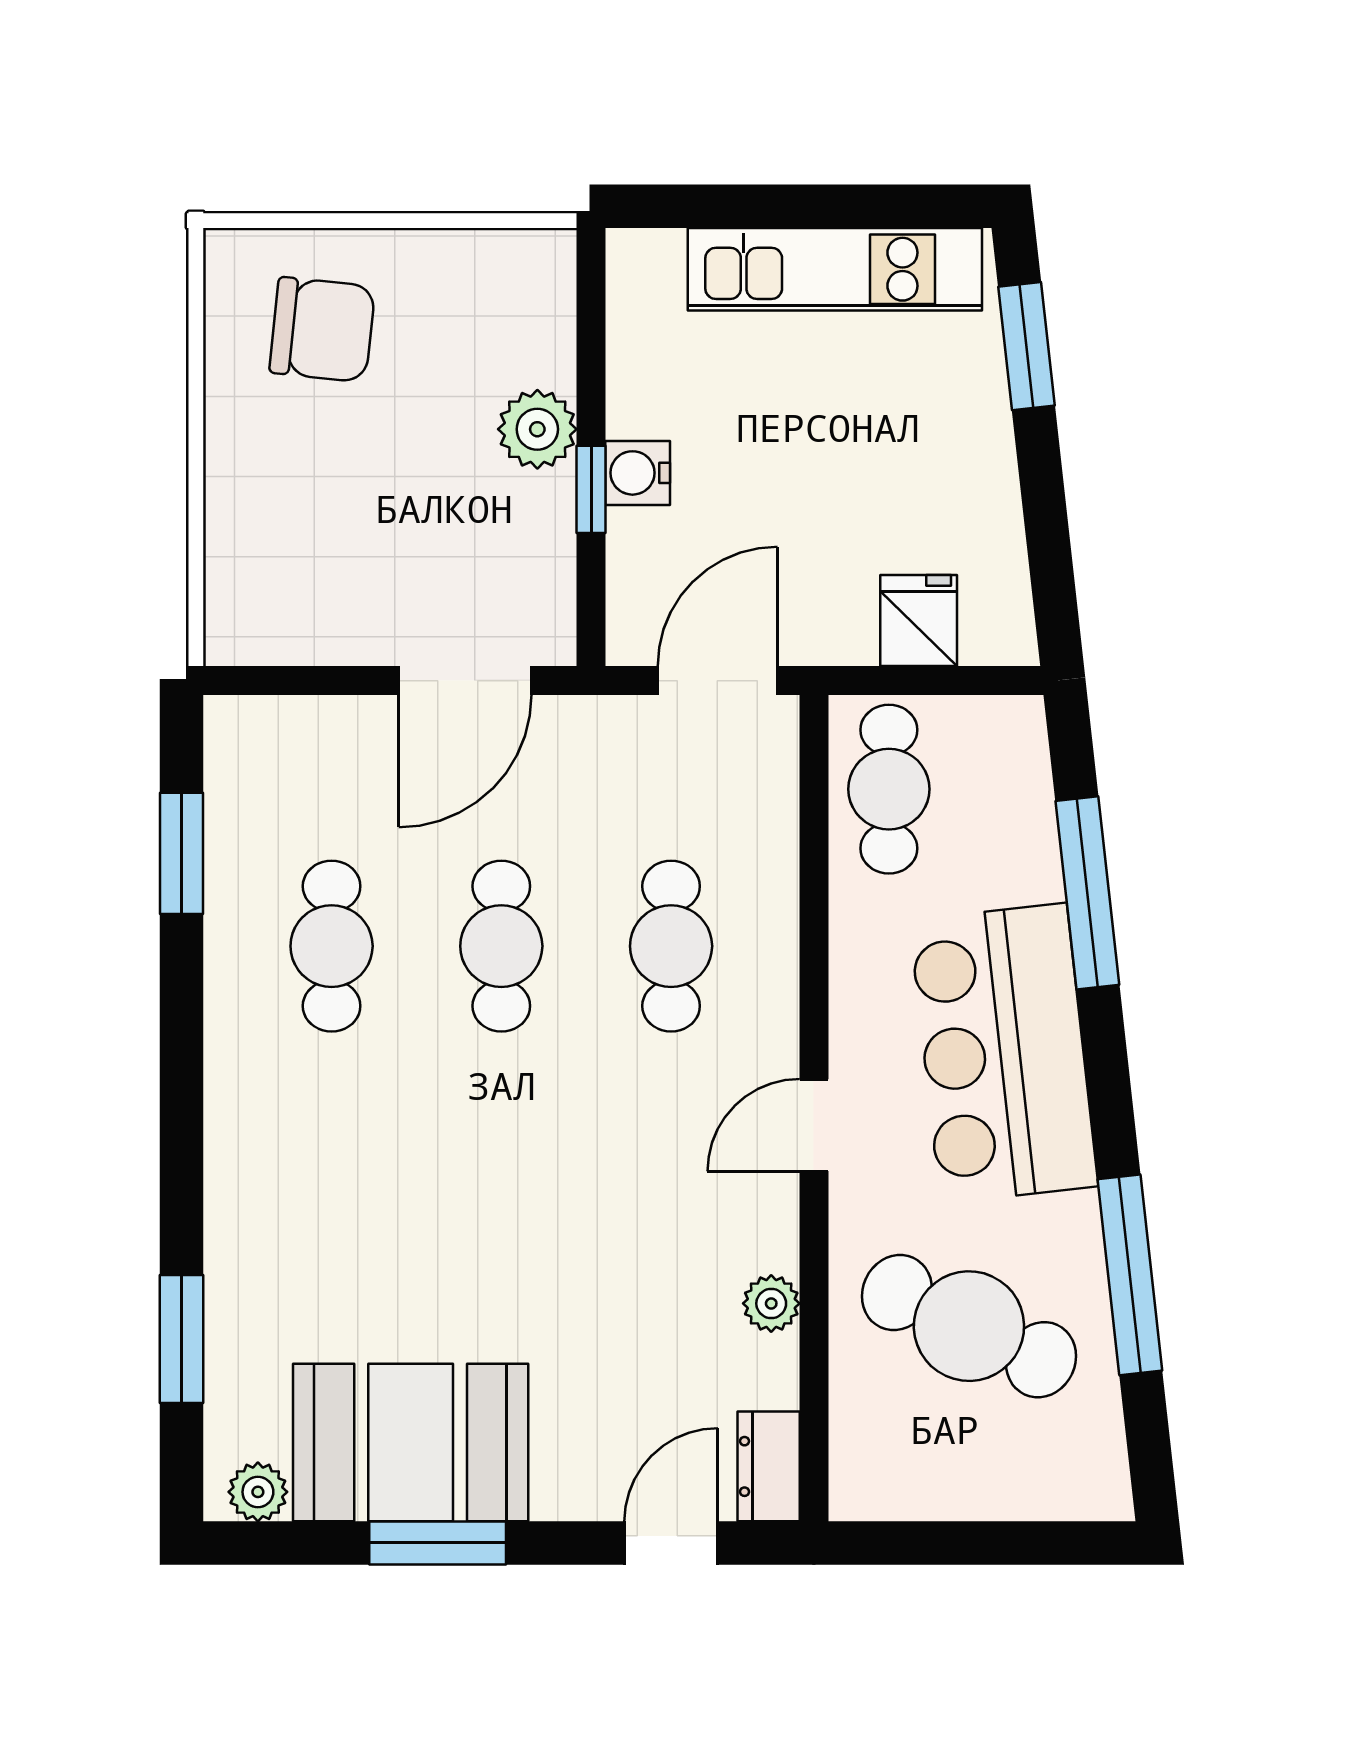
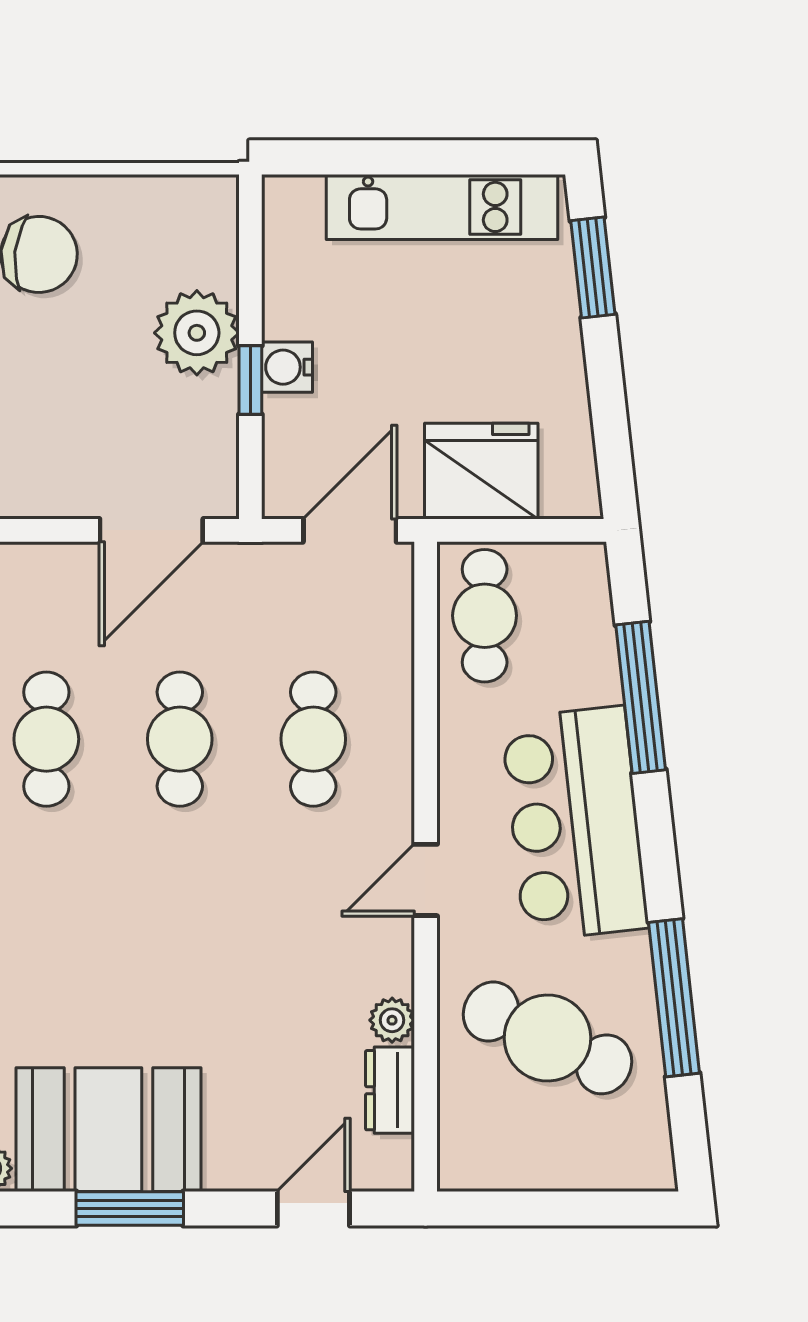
plant: (537, 429) -> (197, 333), width x1.36, depth x1.36
fridge: (919, 621) -> (481, 471), width x1.88, depth x1.34
dresser: (769, 1466) -> (390, 1090), moved

